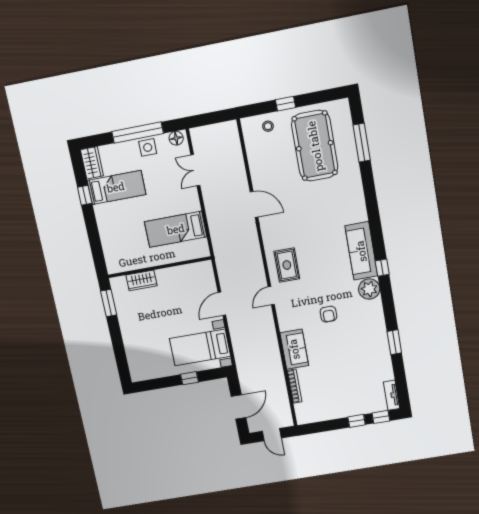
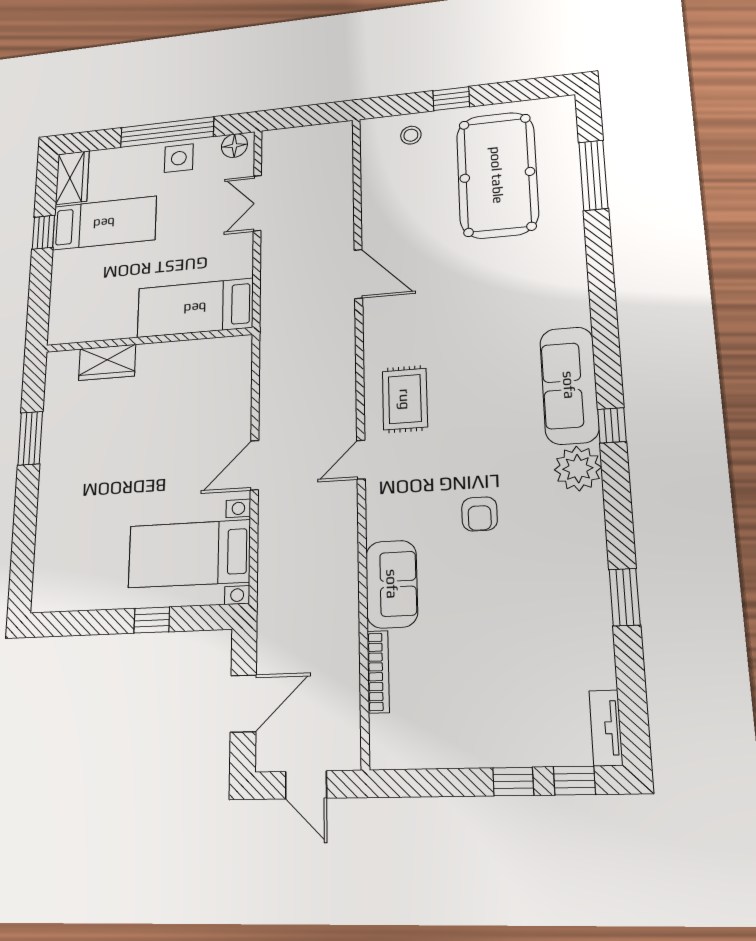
wall: (159, 267) -> (148, 340), moved
wardrobe: (142, 280) -> (107, 362), moved

